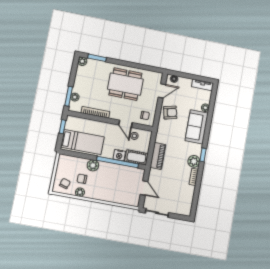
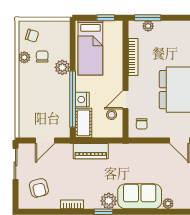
armchair: (170, 113) -> (39, 188), moved
plant: (194, 161) -> (109, 201), moved

